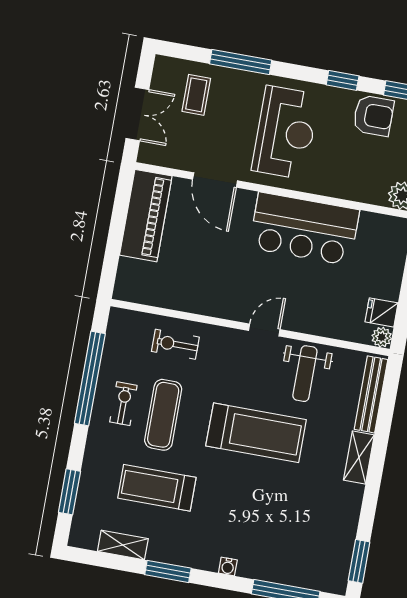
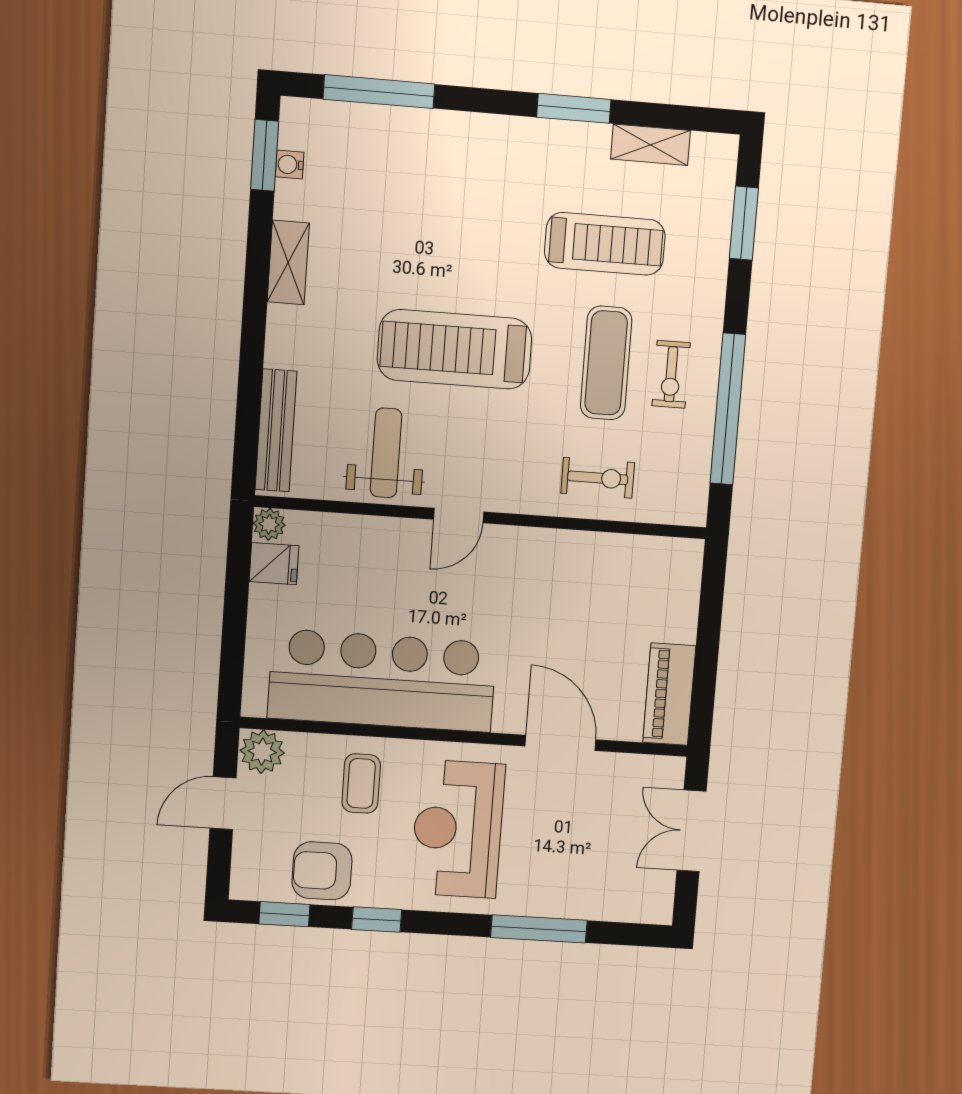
coffee table: (196, 95) -> (361, 783), moved
piano: (146, 216) -> (669, 694), width x0.73, depth x0.75
bar counter: (304, 229) -> (382, 680), width x1.36
shelving: (359, 457) -> (288, 262), moved
water cooler: (228, 567) -> (290, 164), moved, turned -90

